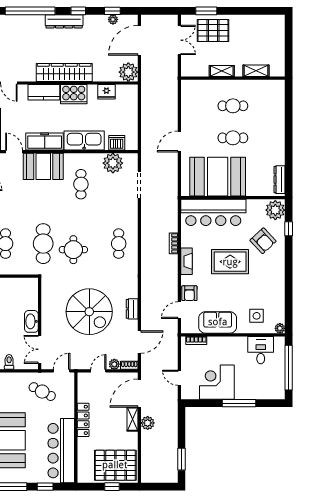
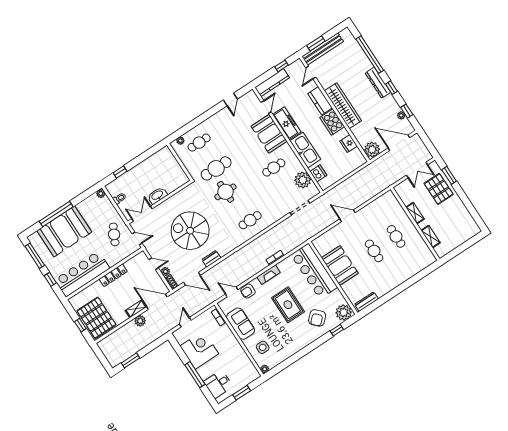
booth: (218, 177) -> (340, 266), width x0.73, depth x0.70
spiral stairs: (89, 312) -> (190, 231), turned 90
desk: (261, 350) -> (218, 384), moved, turned 180
window: (289, 368) -> (242, 393), width x0.47

